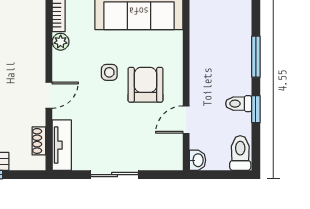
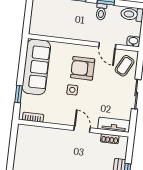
plant: (61, 42) -> (50, 118), removed
coffee table: (157, 151) -> (125, 66), added

